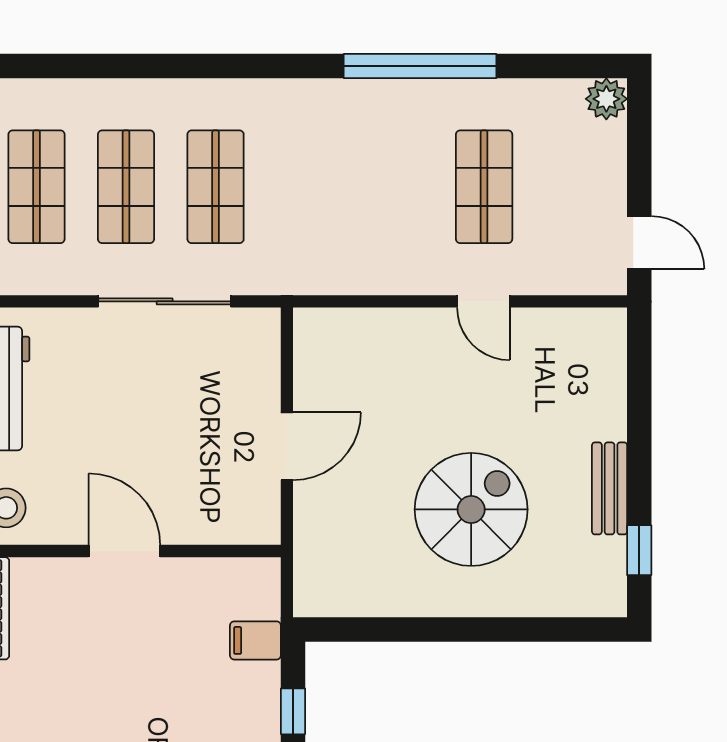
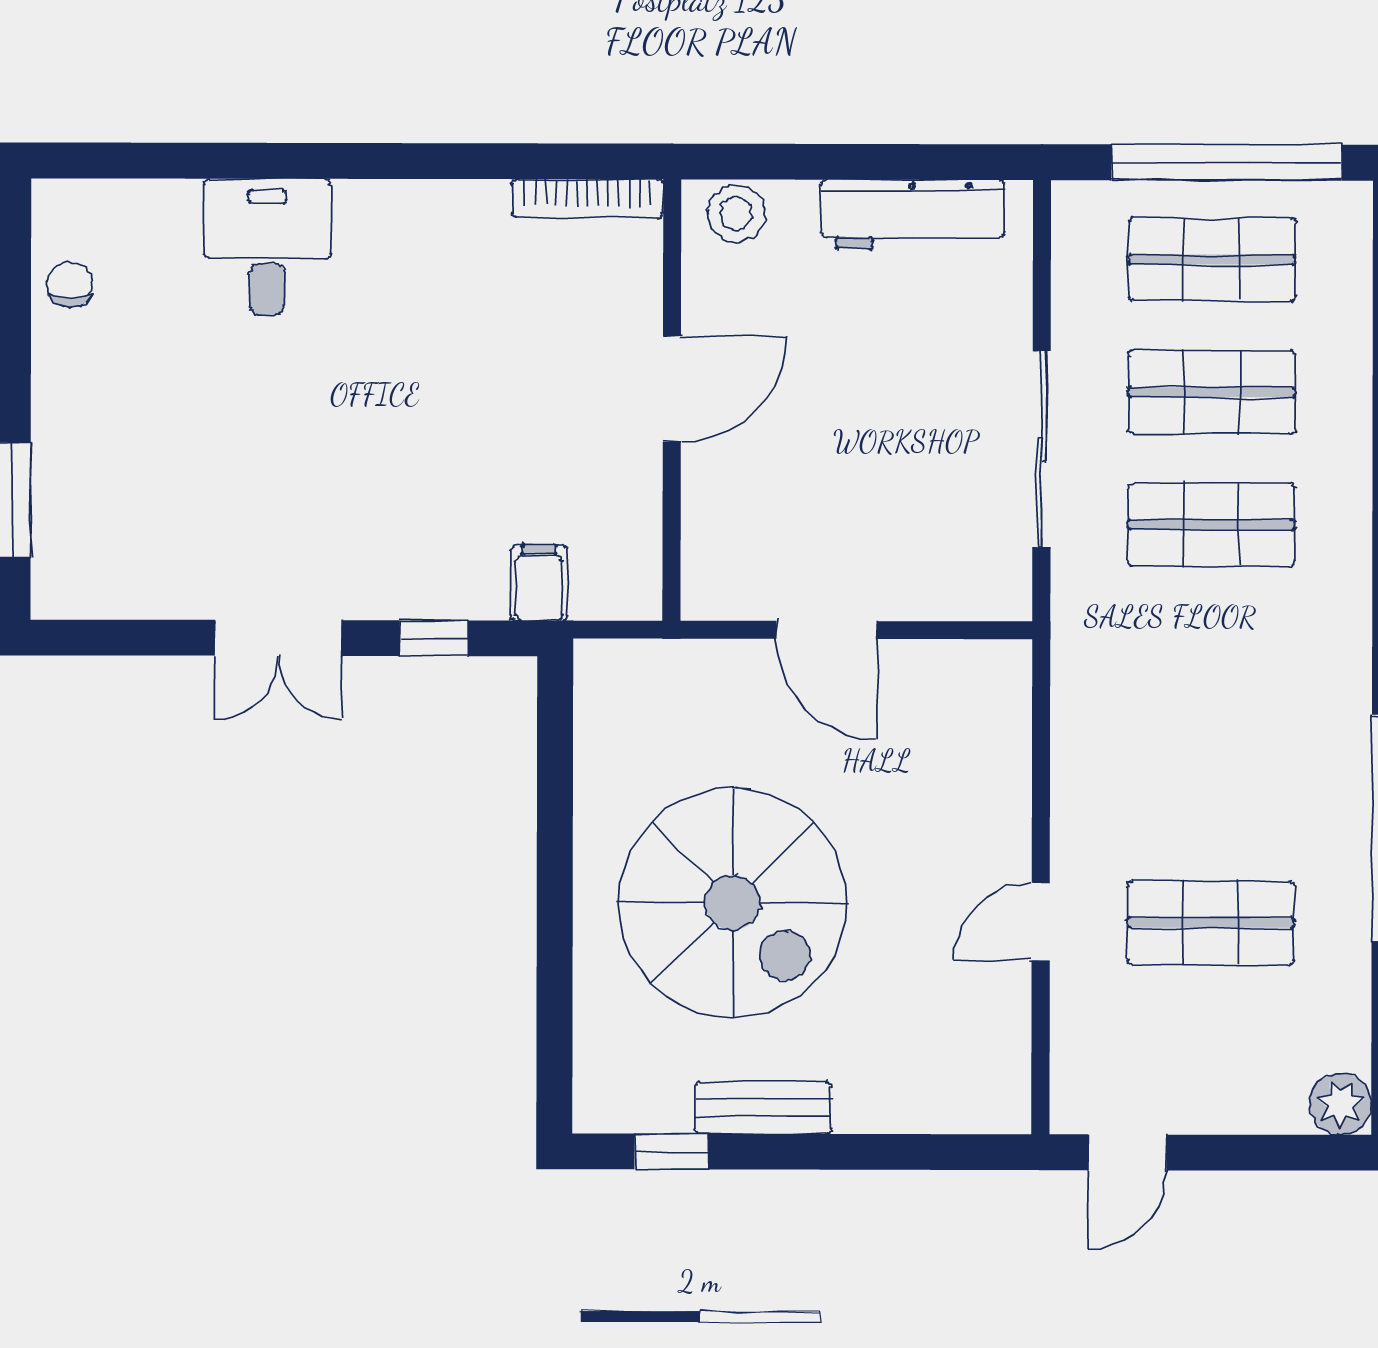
spiral stairs: (471, 509) -> (733, 903), width x1.37, depth x1.37

